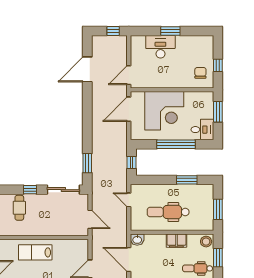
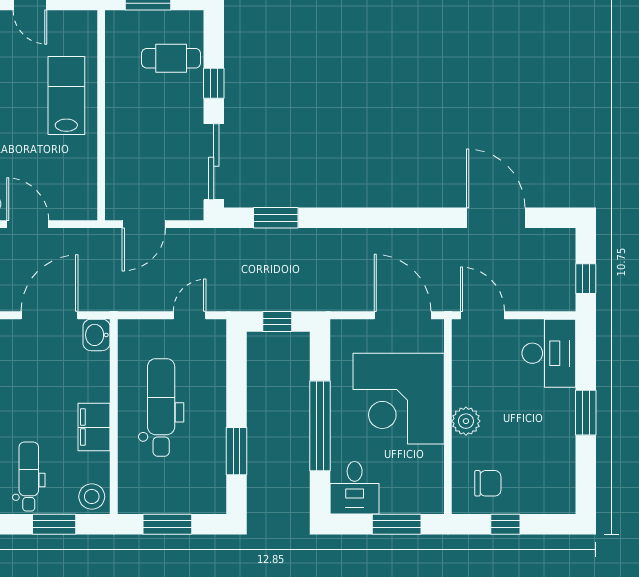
desk: (160, 47) -> (549, 353), moved
plant: (174, 82) -> (466, 421), added

